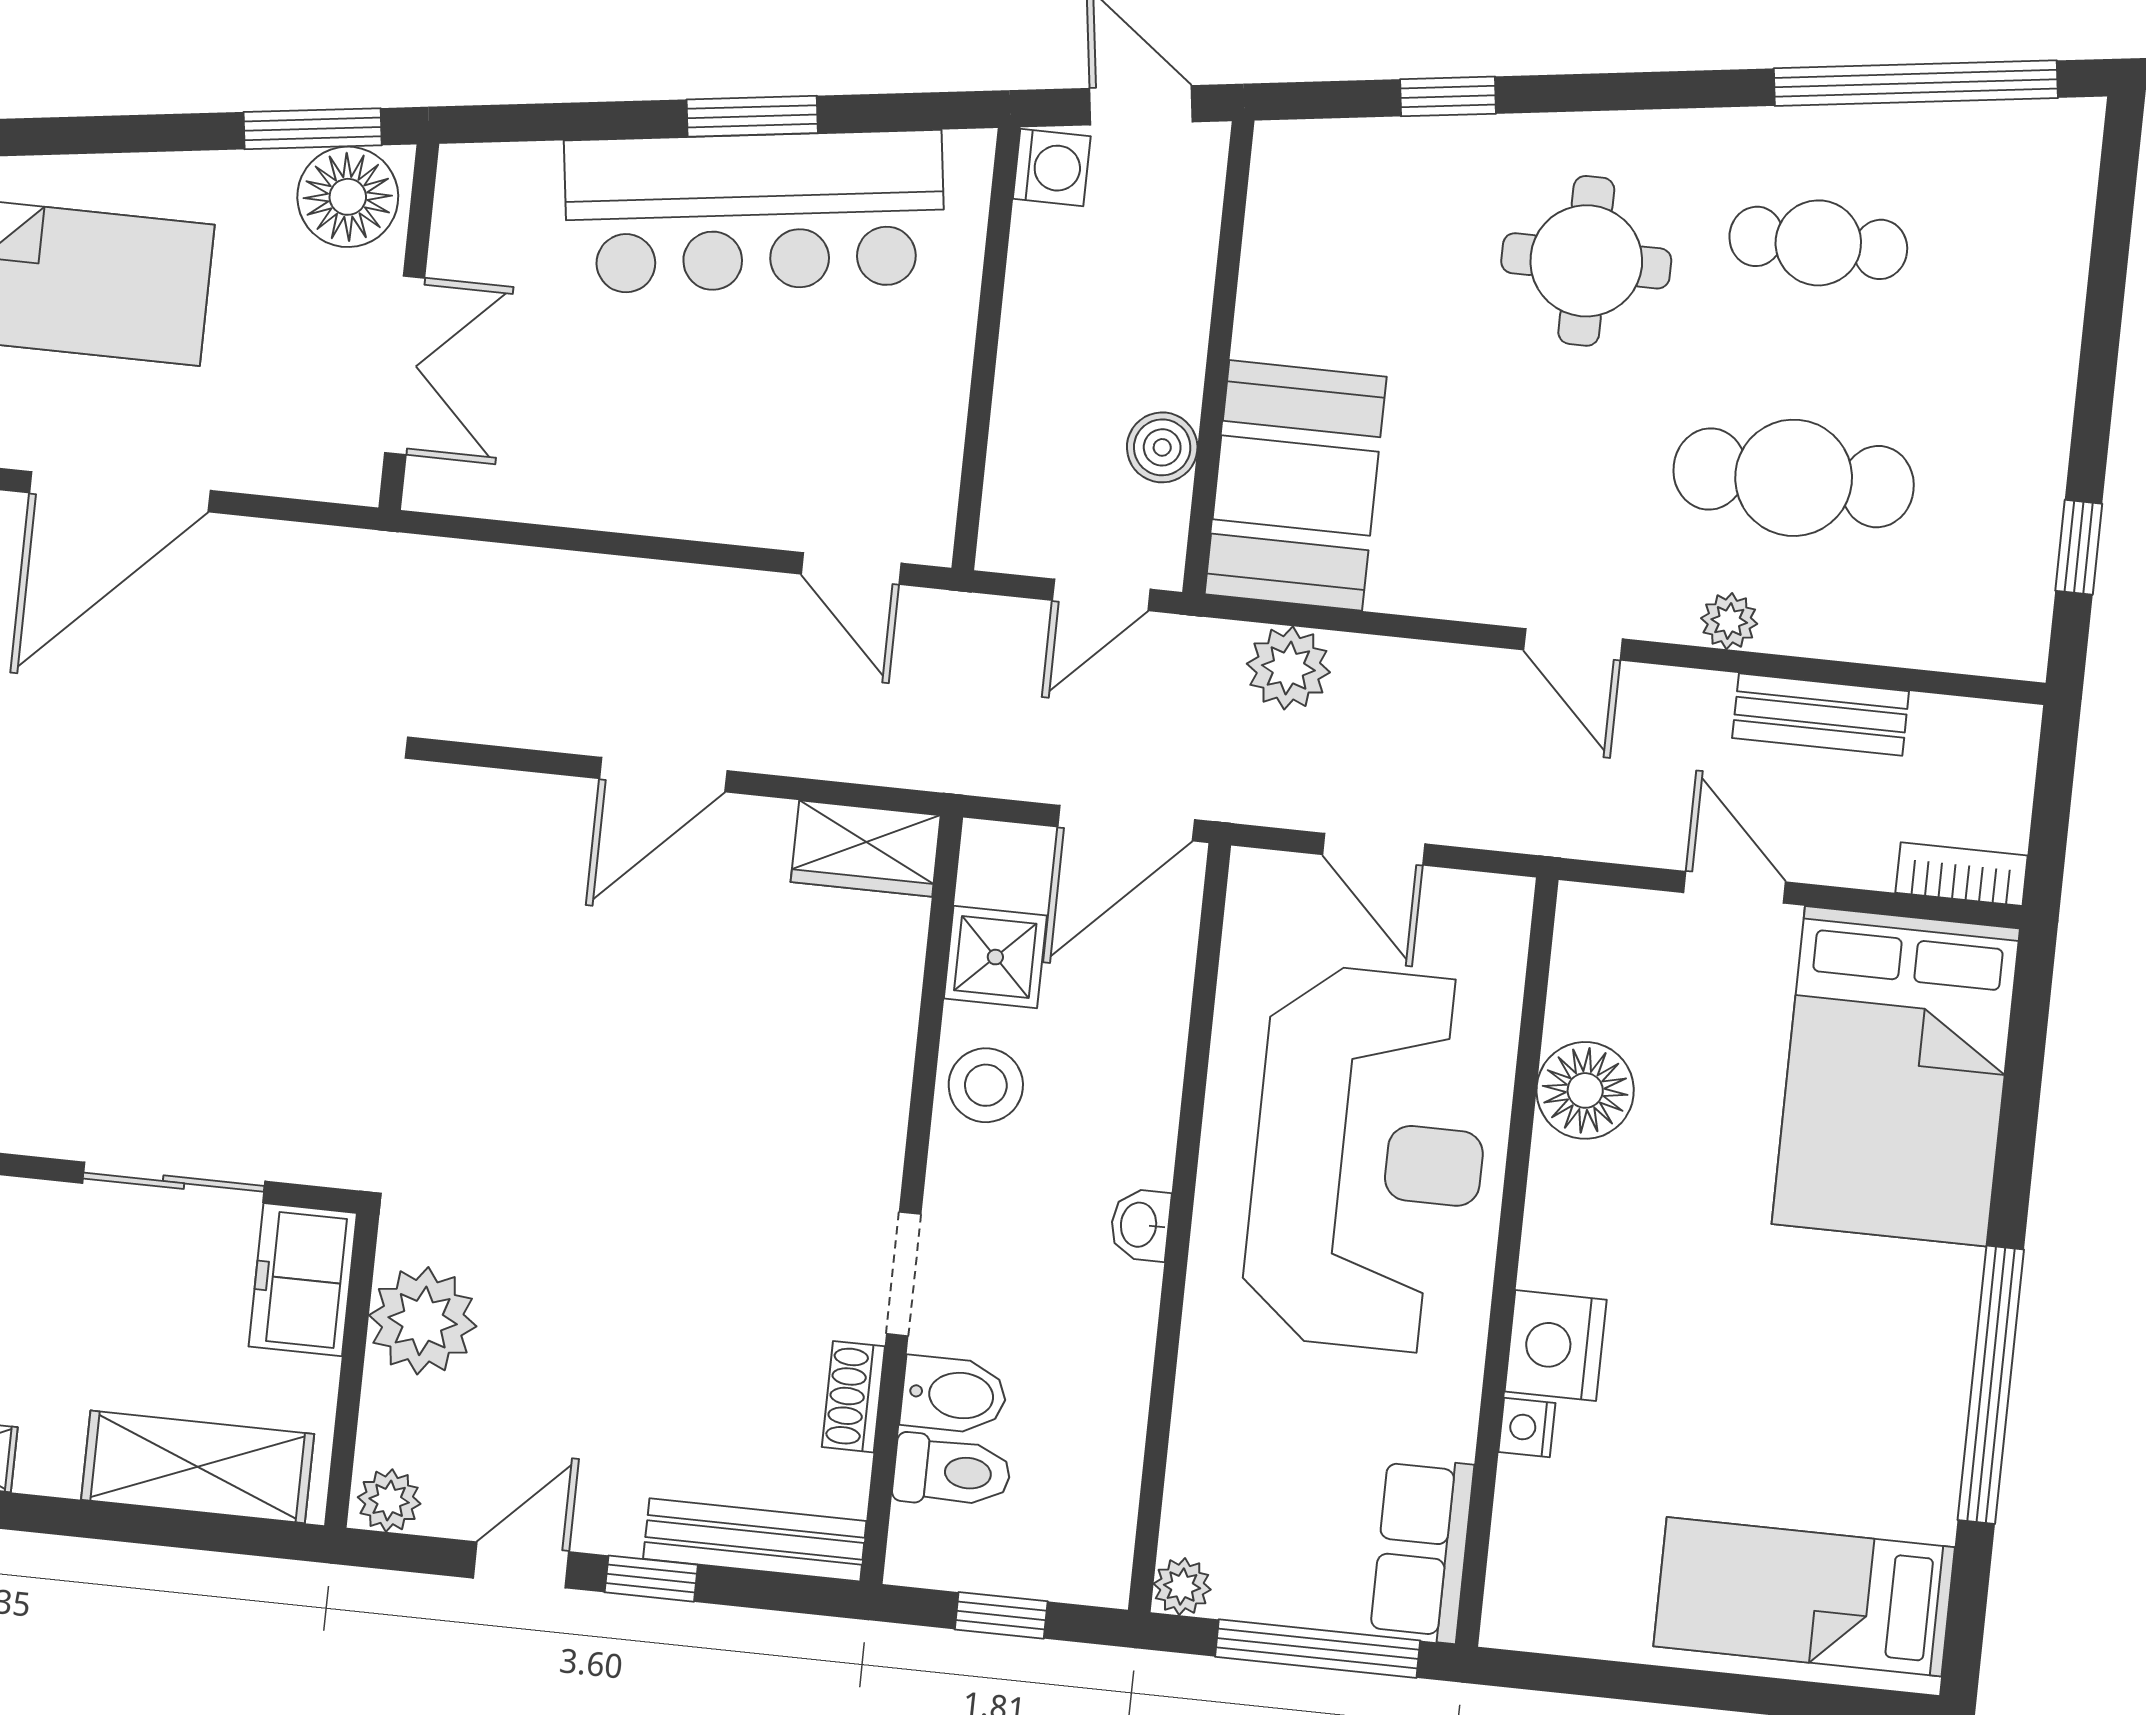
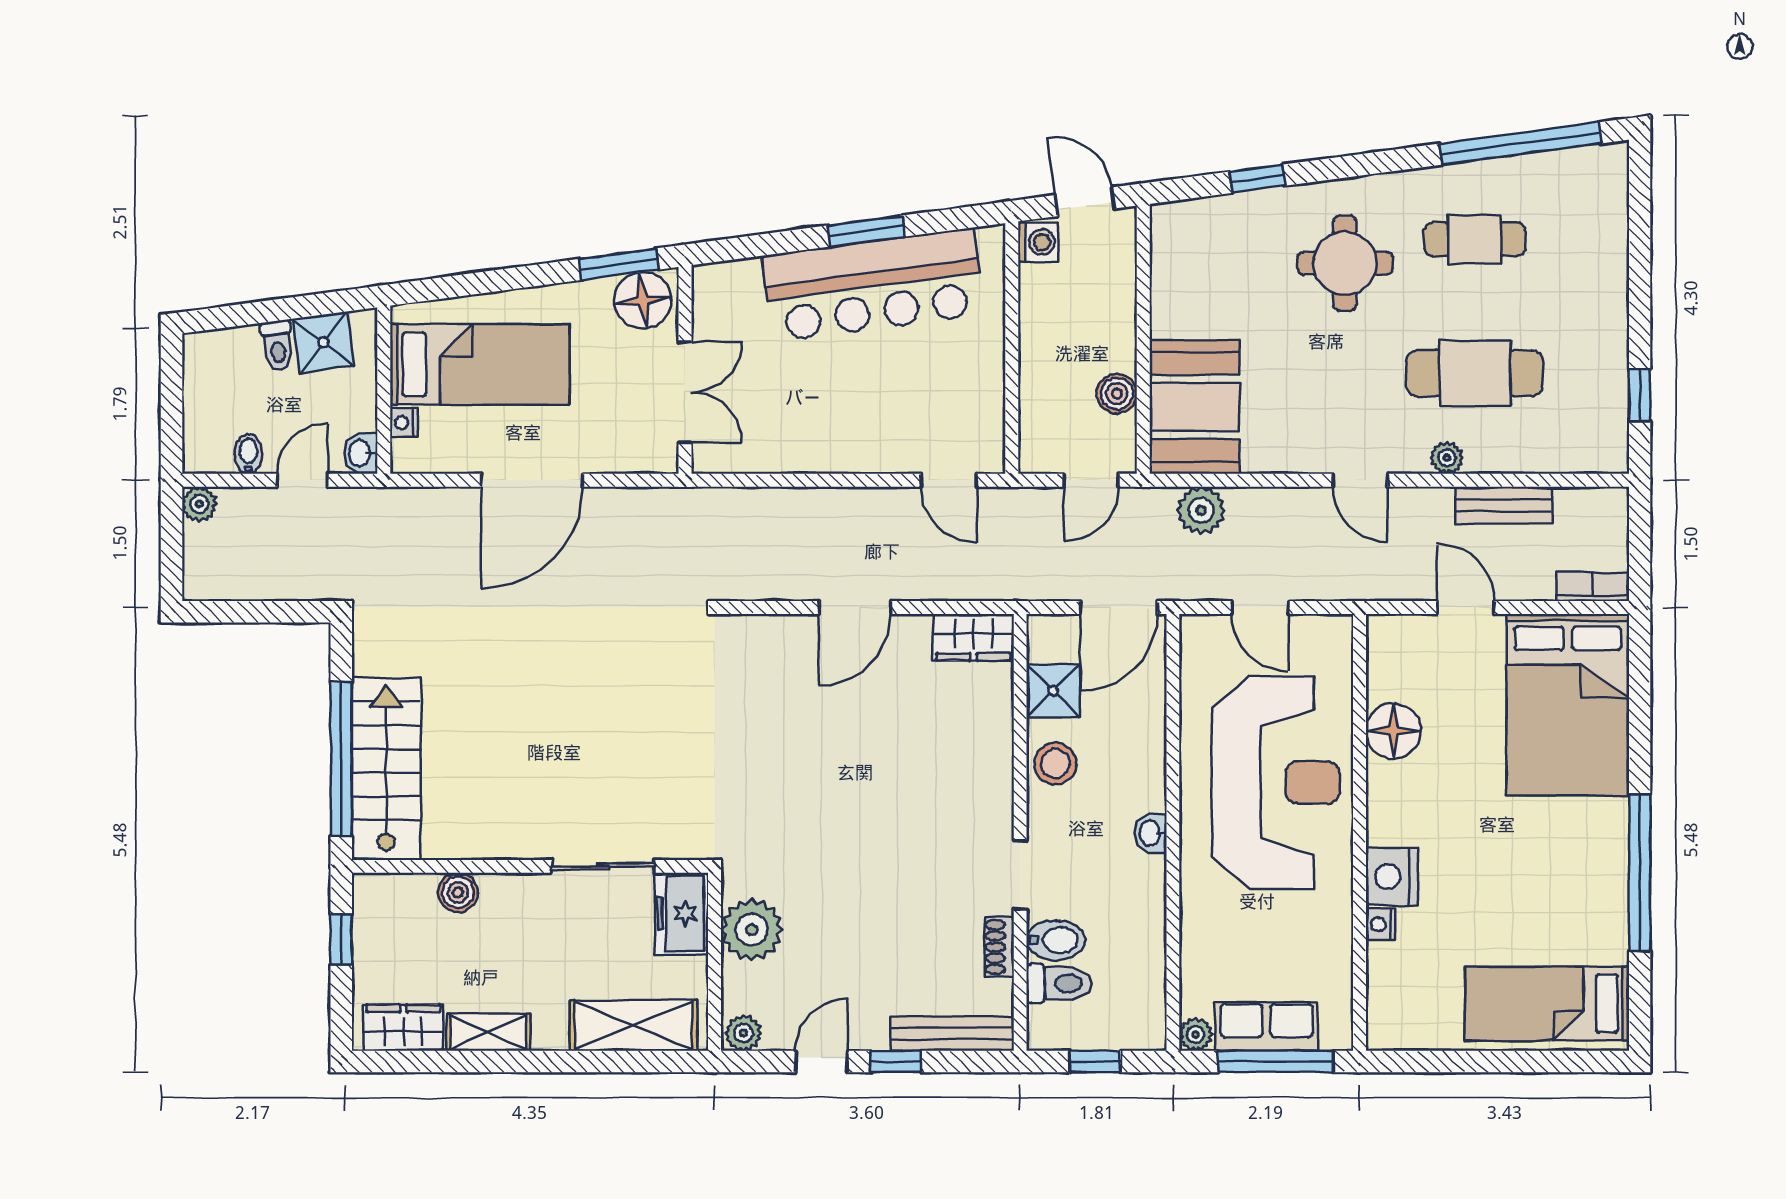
row of seats: (1422, 1550) -> (1267, 1026), moved, turned 90

